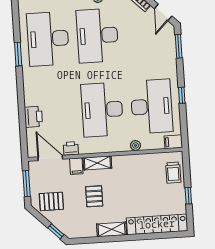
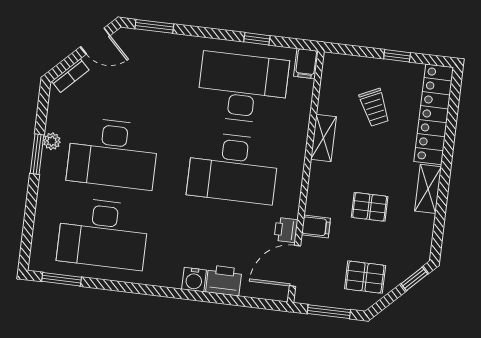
window: (18, 54) -> (62, 279), moved
window: (182, 95) -> (257, 39), moved
water cooler: (31, 99) -> (194, 280), added
plant: (135, 145) -> (300, 125), removed
shelving: (97, 163) -> (324, 138), moved
trolley: (173, 173) -> (375, 107), moved, turned 65
pallet: (51, 201) -> (365, 277), turned 90

